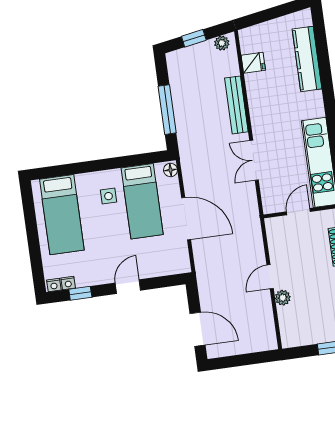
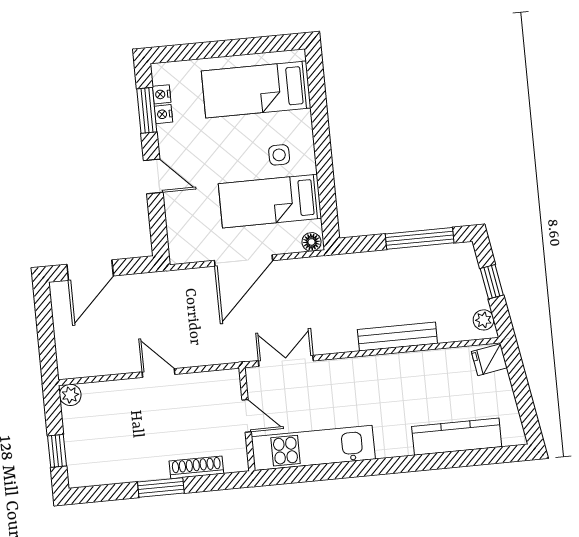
fridge: (253, 63) -> (489, 360), moved, turned 80
window: (167, 110) -> (420, 238), moved
double door: (254, 160) -> (286, 361), moved
nightstand: (54, 285) -> (163, 114), moved
window: (80, 293) -> (147, 110), width x1.50
plant: (283, 298) -> (70, 395), moved

